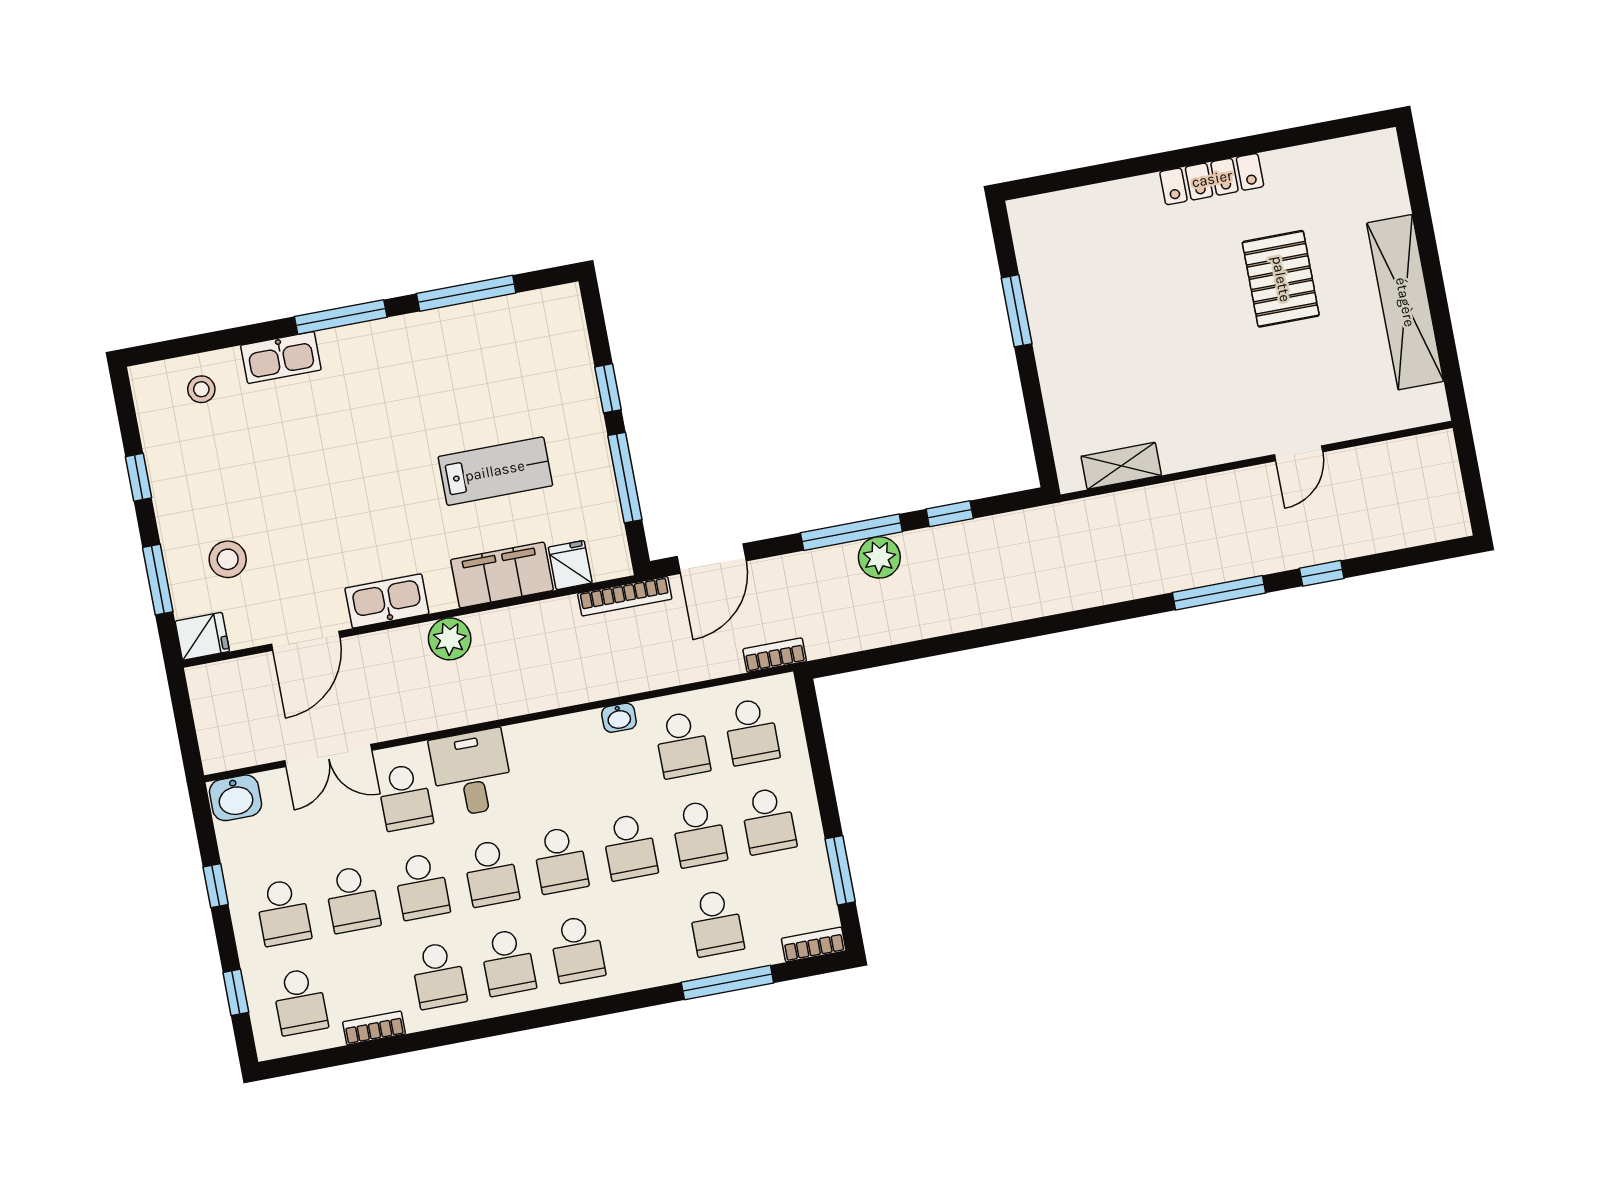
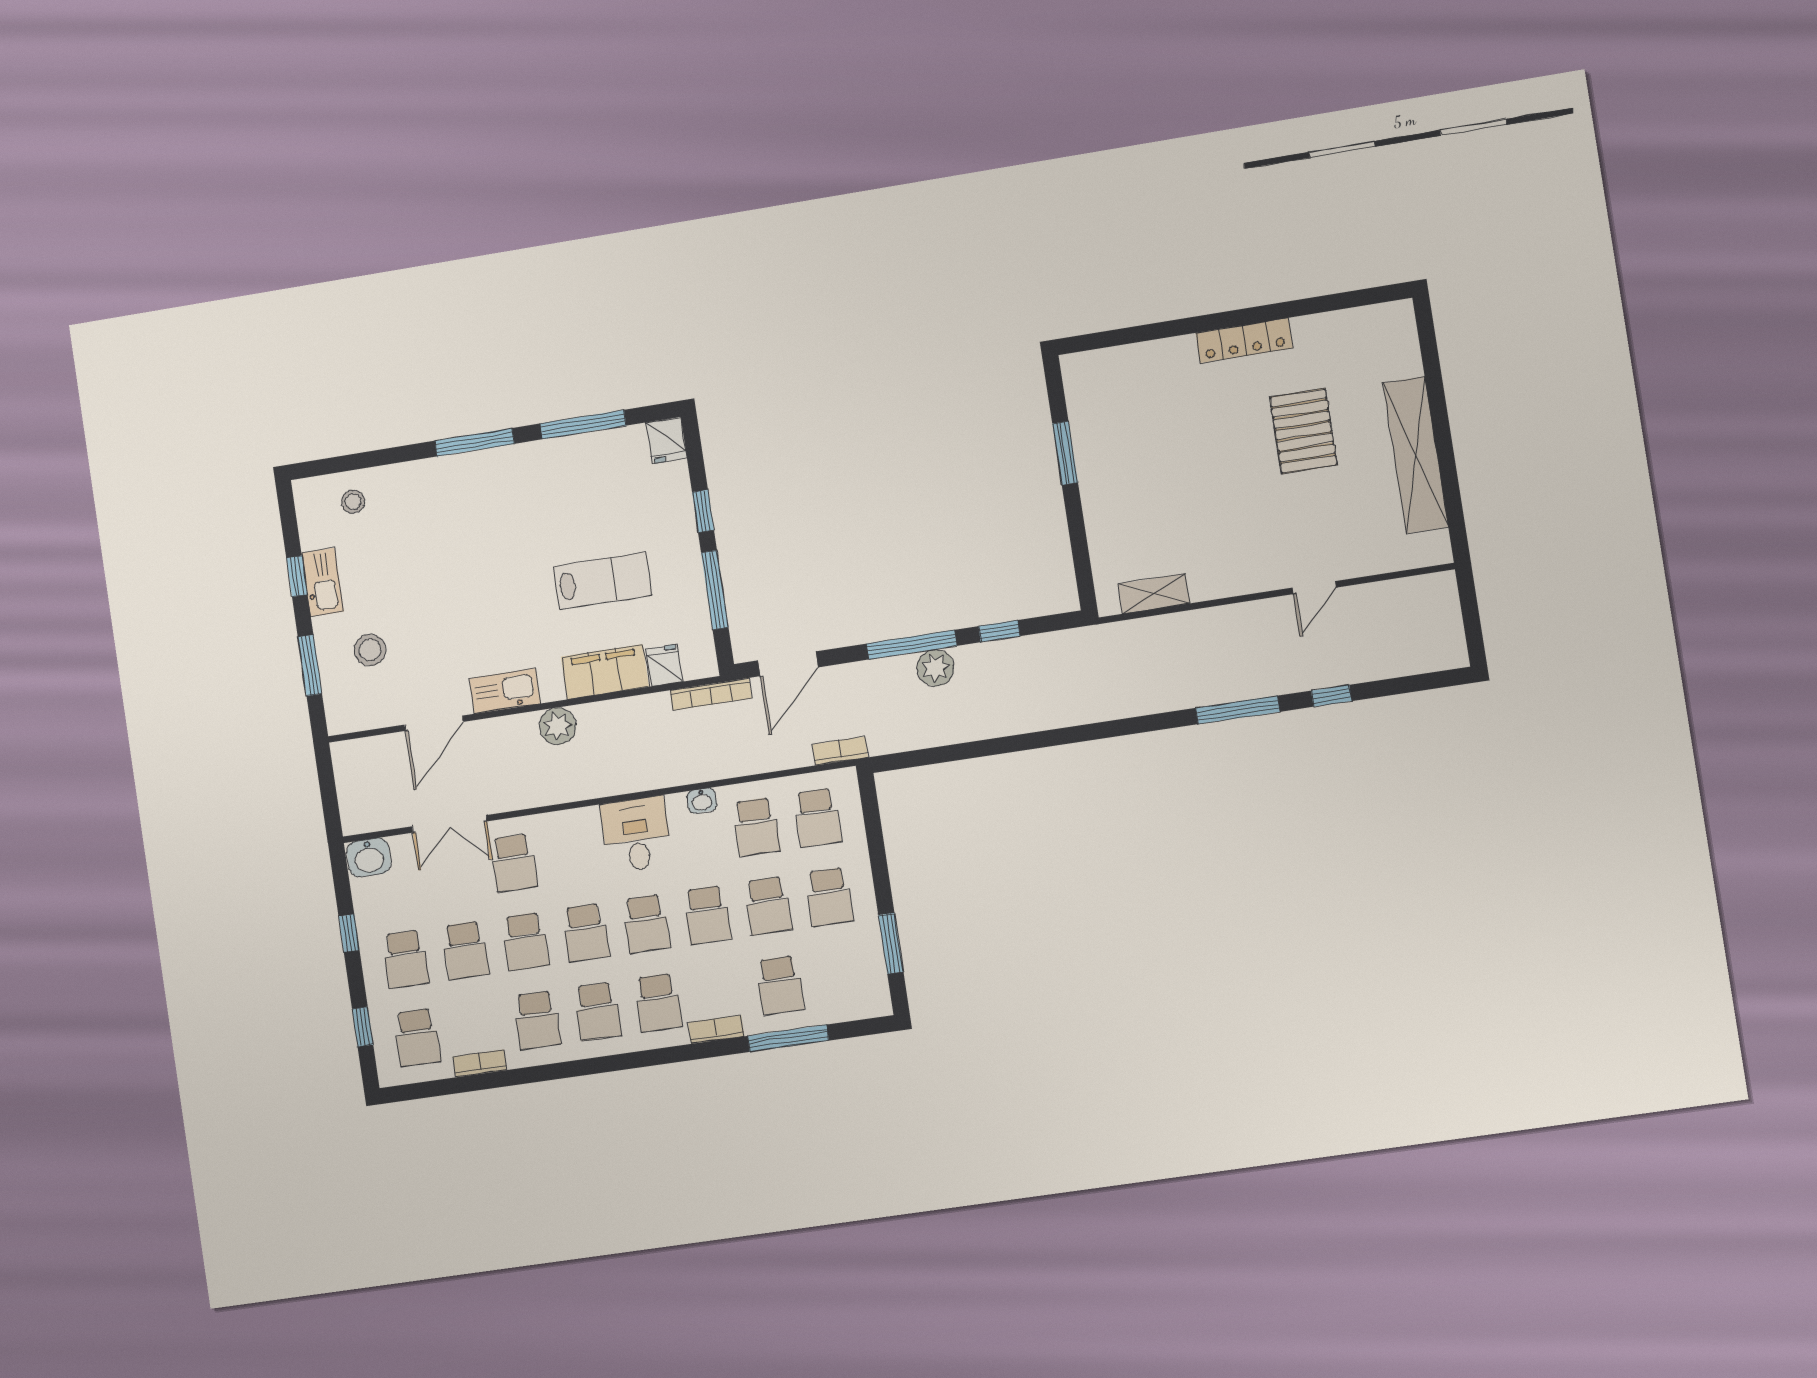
kitchen sink: (281, 358) -> (323, 582), moved, turned -90
fridge: (202, 636) -> (667, 440), moved, turned 90
desk: (472, 773) -> (636, 834), moved
bookcase: (814, 945) -> (716, 1029), moved

